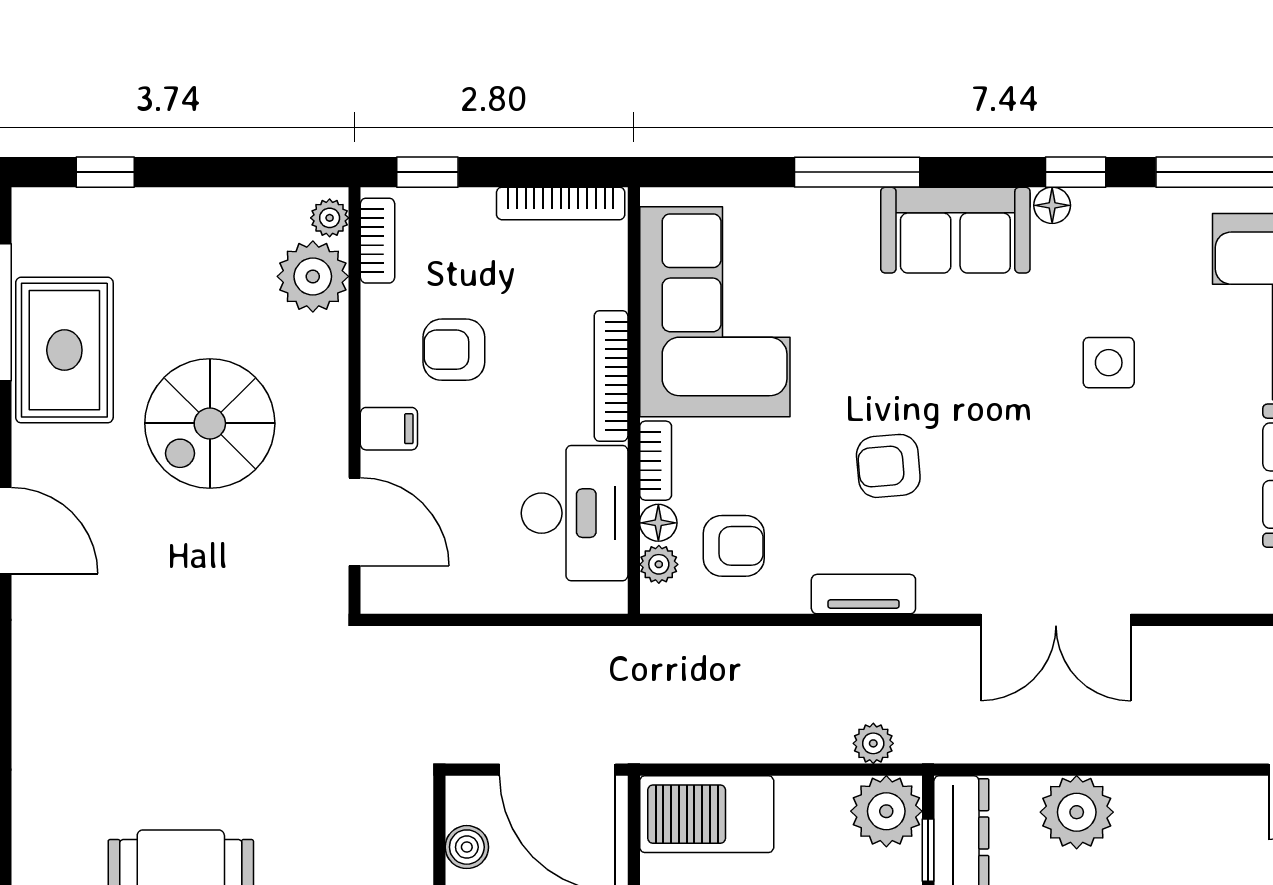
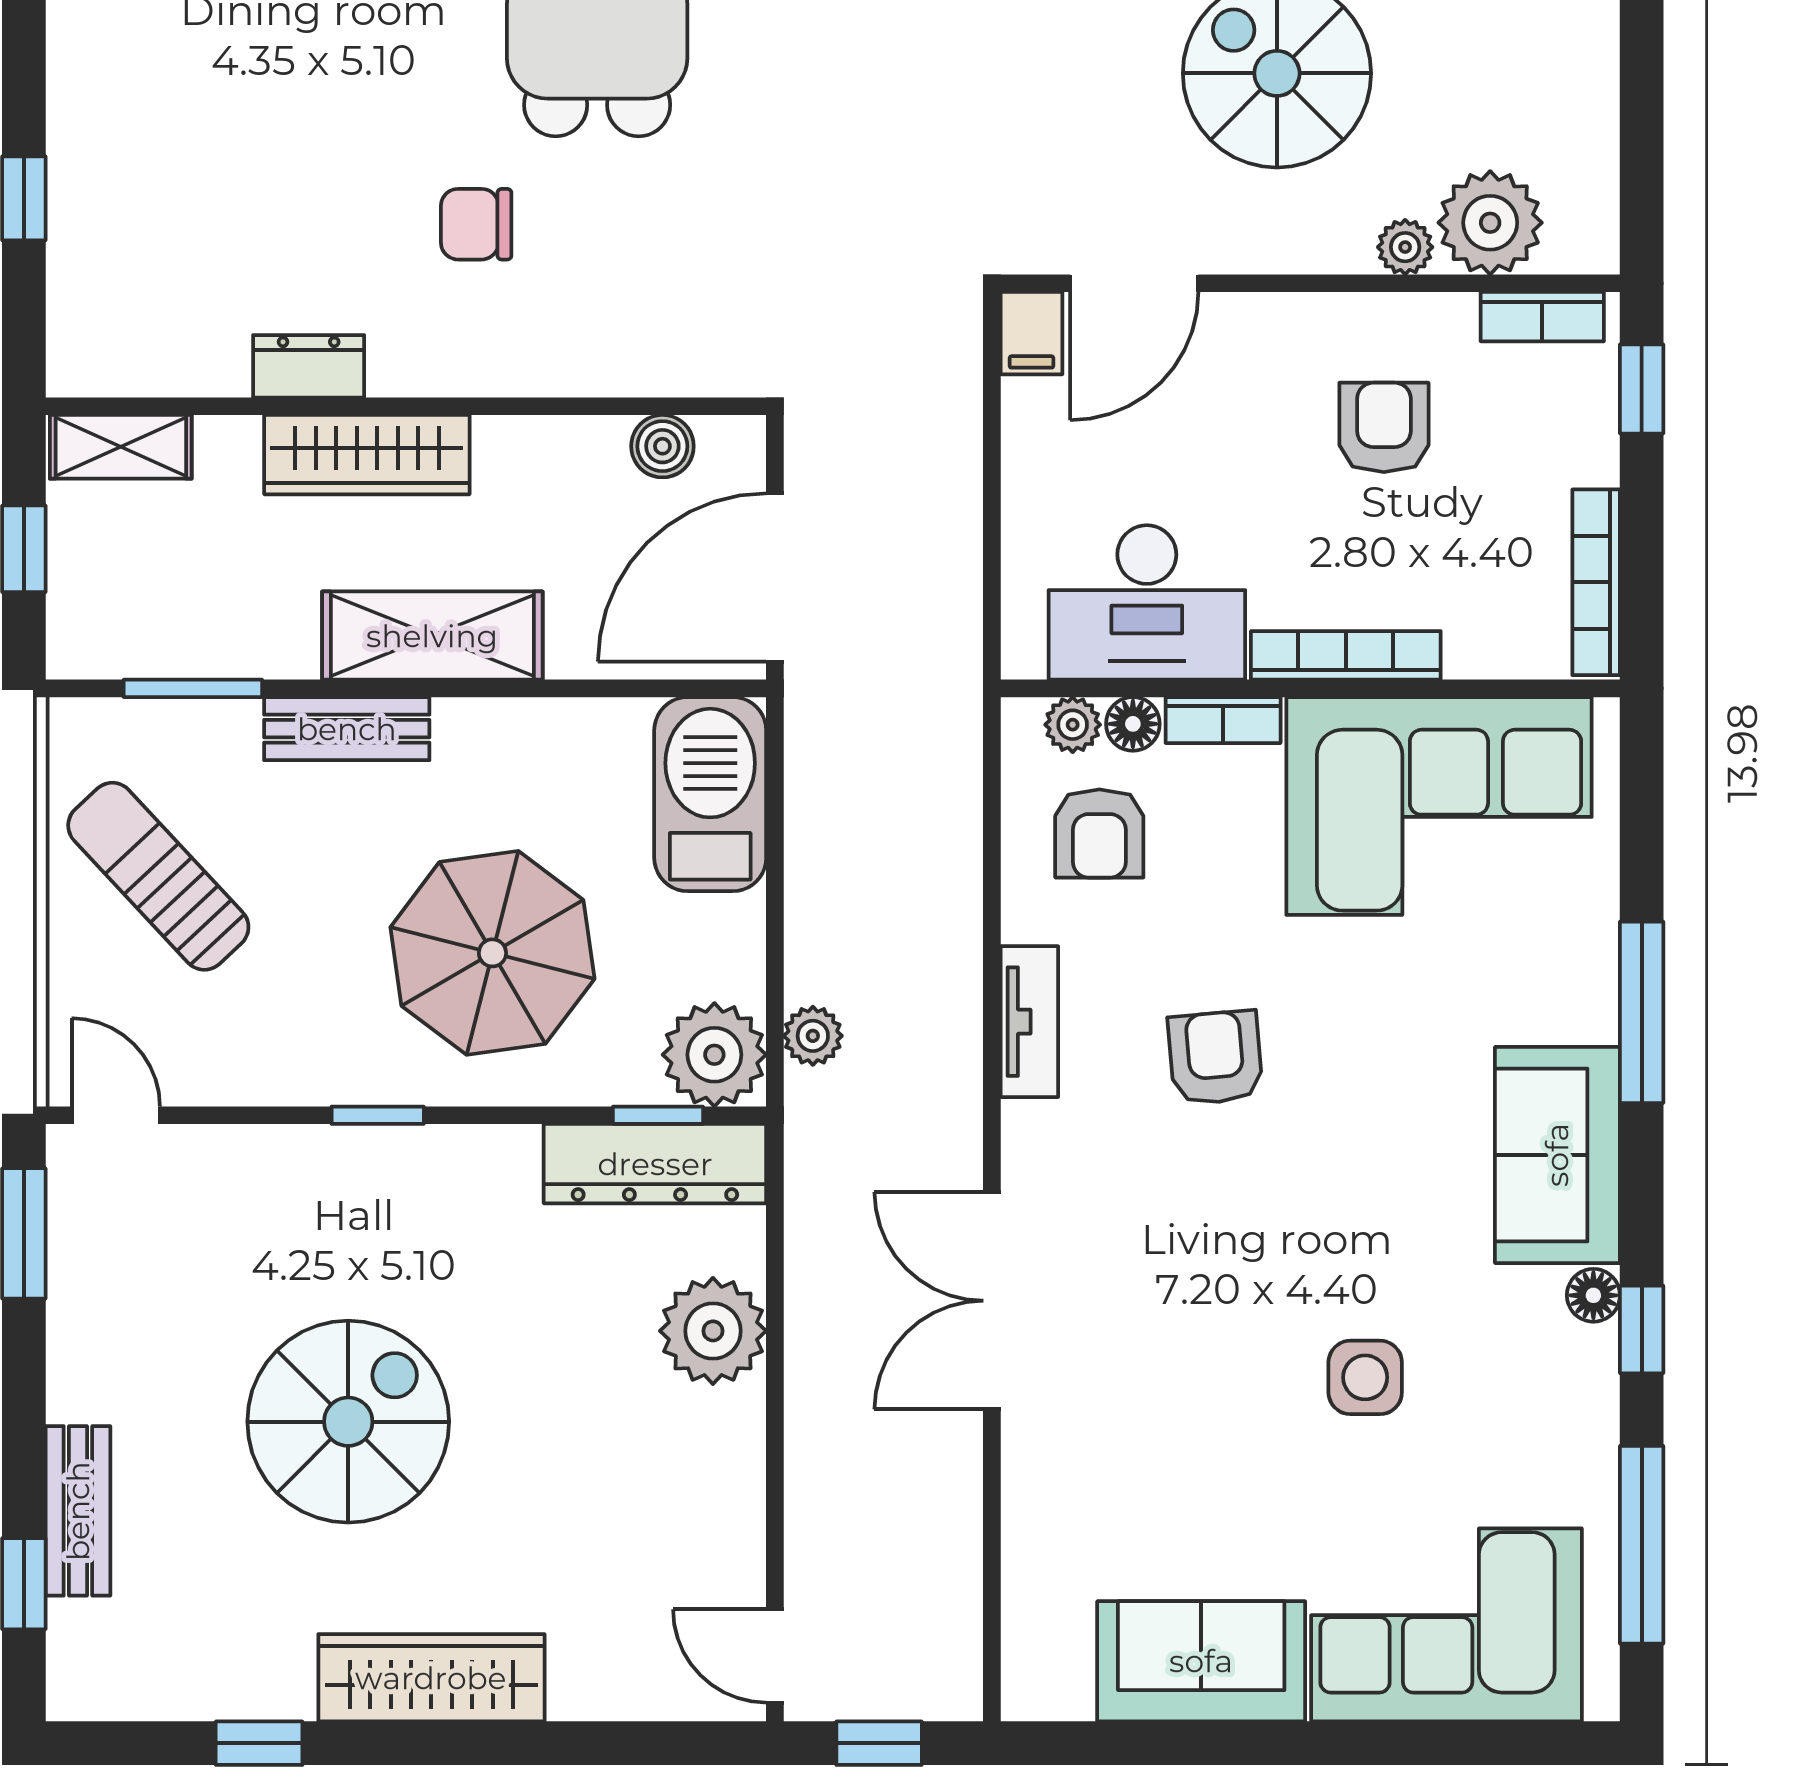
plant: (330, 218) -> (1405, 247), moved
filing cabinet: (389, 429) -> (1032, 333), moved

